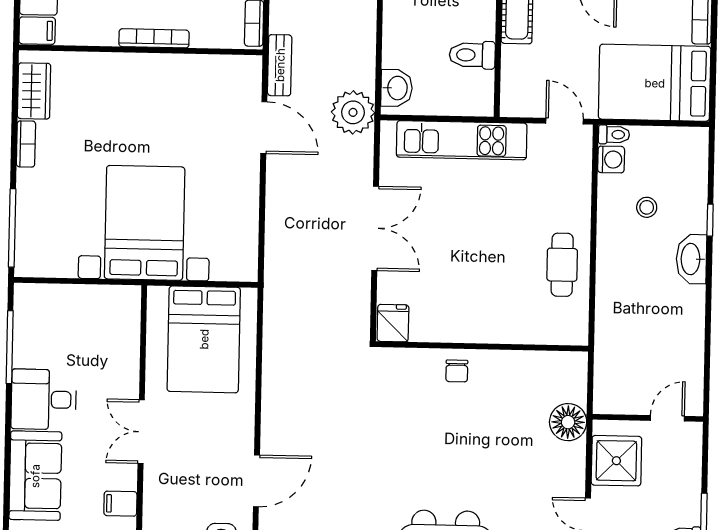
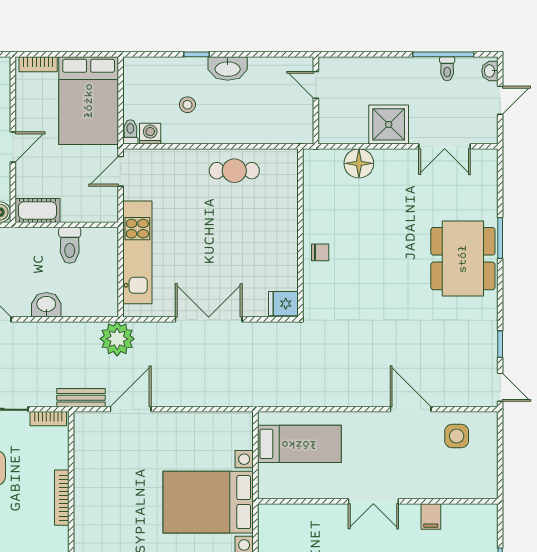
washbasin: (397, 88) -> (46, 305), moved
bed: (204, 339) -> (299, 444), width x0.67
wall: (648, 418) -> (316, 100), moved
door: (667, 418) -> (316, 85), moved

